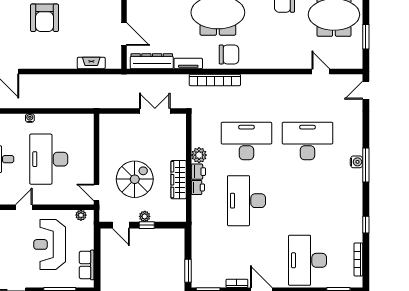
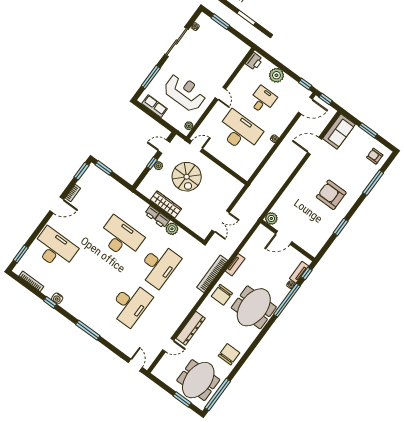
window: (366, 37) -> (182, 399), moved
plant: (114, 61) -> (271, 218), added
dresser: (152, 61) -> (191, 328), moved
fireplace: (91, 63) -> (281, 203), removed
water cooler: (357, 162) -> (57, 298), moved

